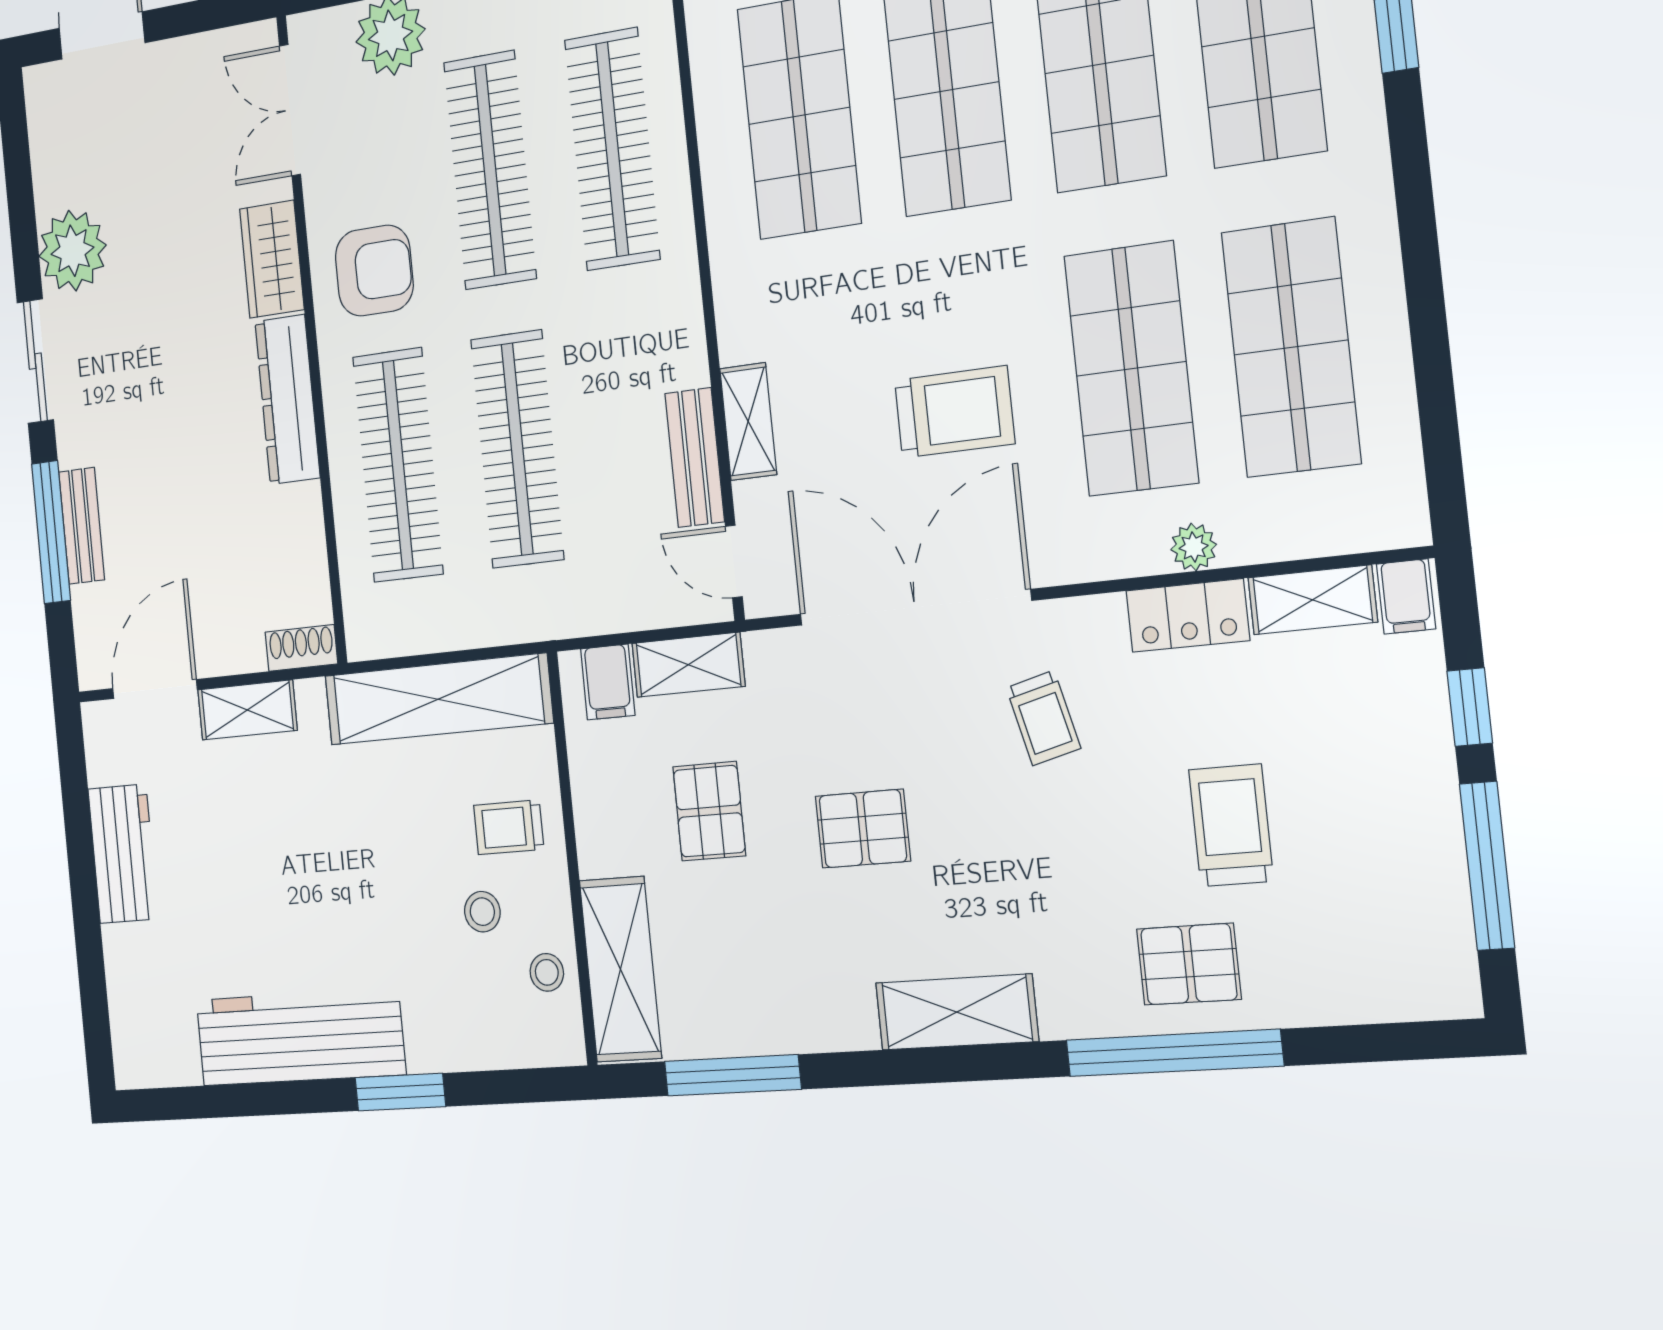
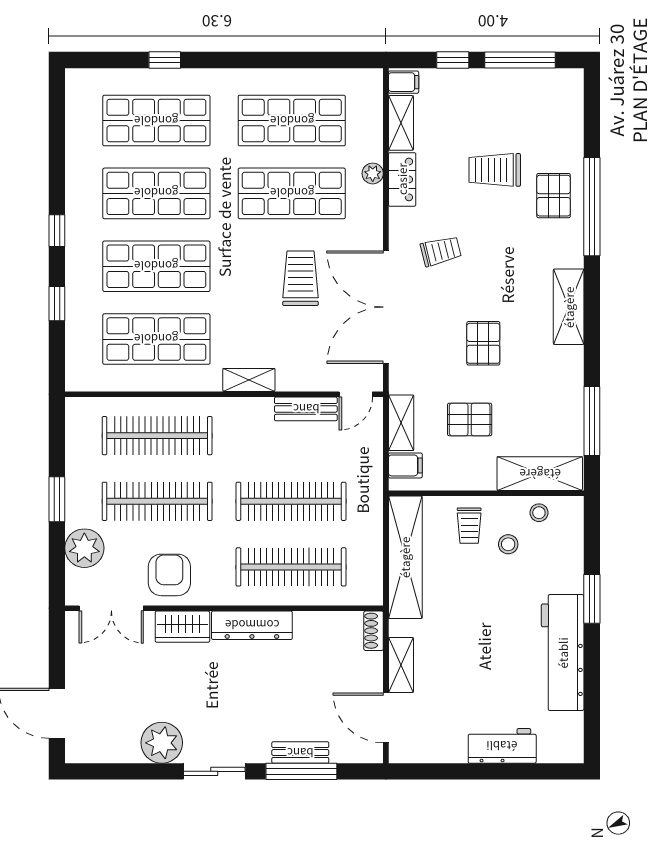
armchair: (374, 271) -> (169, 575), moved
shelving: (748, 422) -> (249, 380), moved
workbench: (123, 854) -> (502, 746), moved

